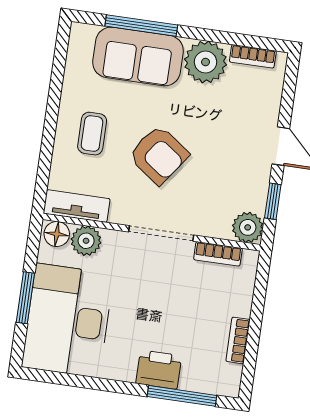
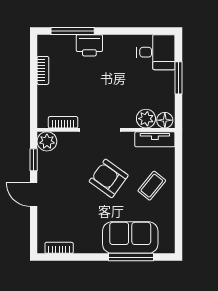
plant: (206, 62) -> (88, 240), removed
coffee table: (92, 134) -> (152, 186), turned 39
desk: (68, 321) -> (156, 52), width x0.53, depth x0.77

